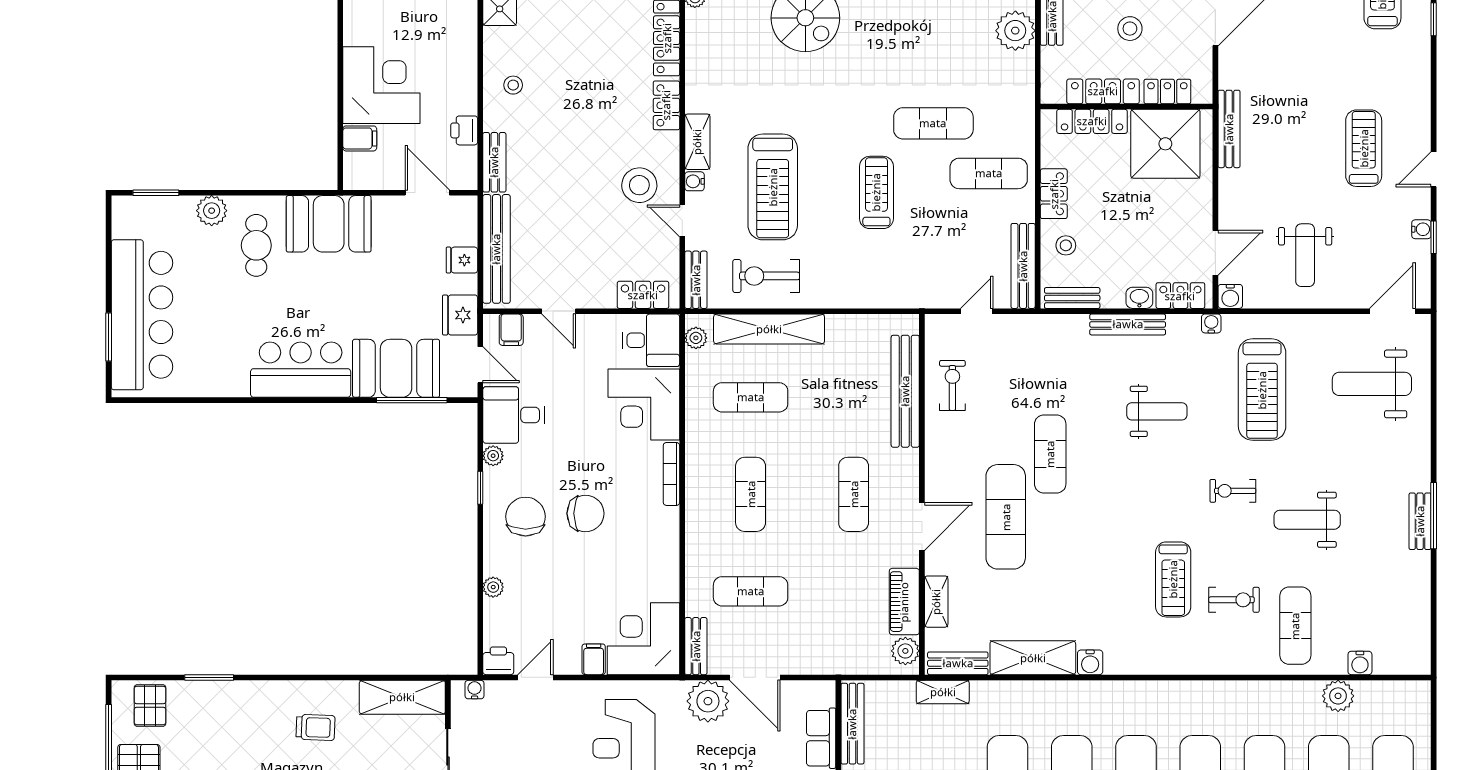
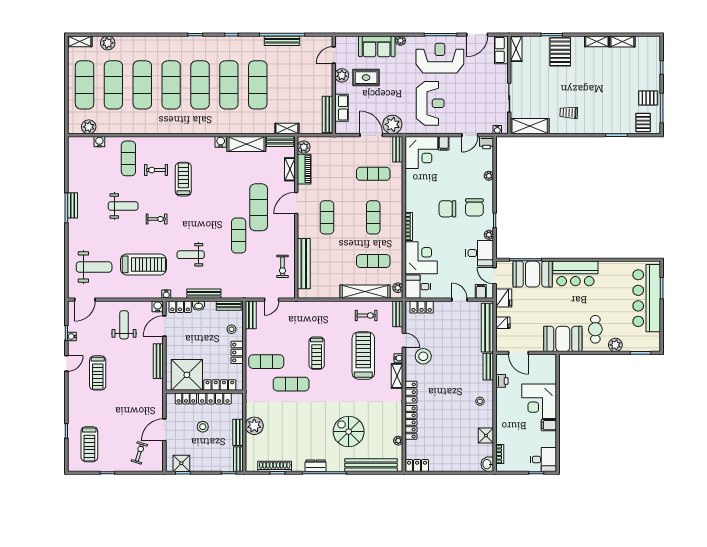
bench: (1229, 129) -> (158, 361), moved
filing cabinet: (360, 138) -> (549, 425), moved
bench: (1023, 266) -> (251, 315), width x0.73
exercise bike: (766, 276) -> (366, 316), width x0.73, depth x0.72
treadmill: (1262, 390) -> (143, 264), turned 90
plant: (1338, 696) -> (89, 127), moved

